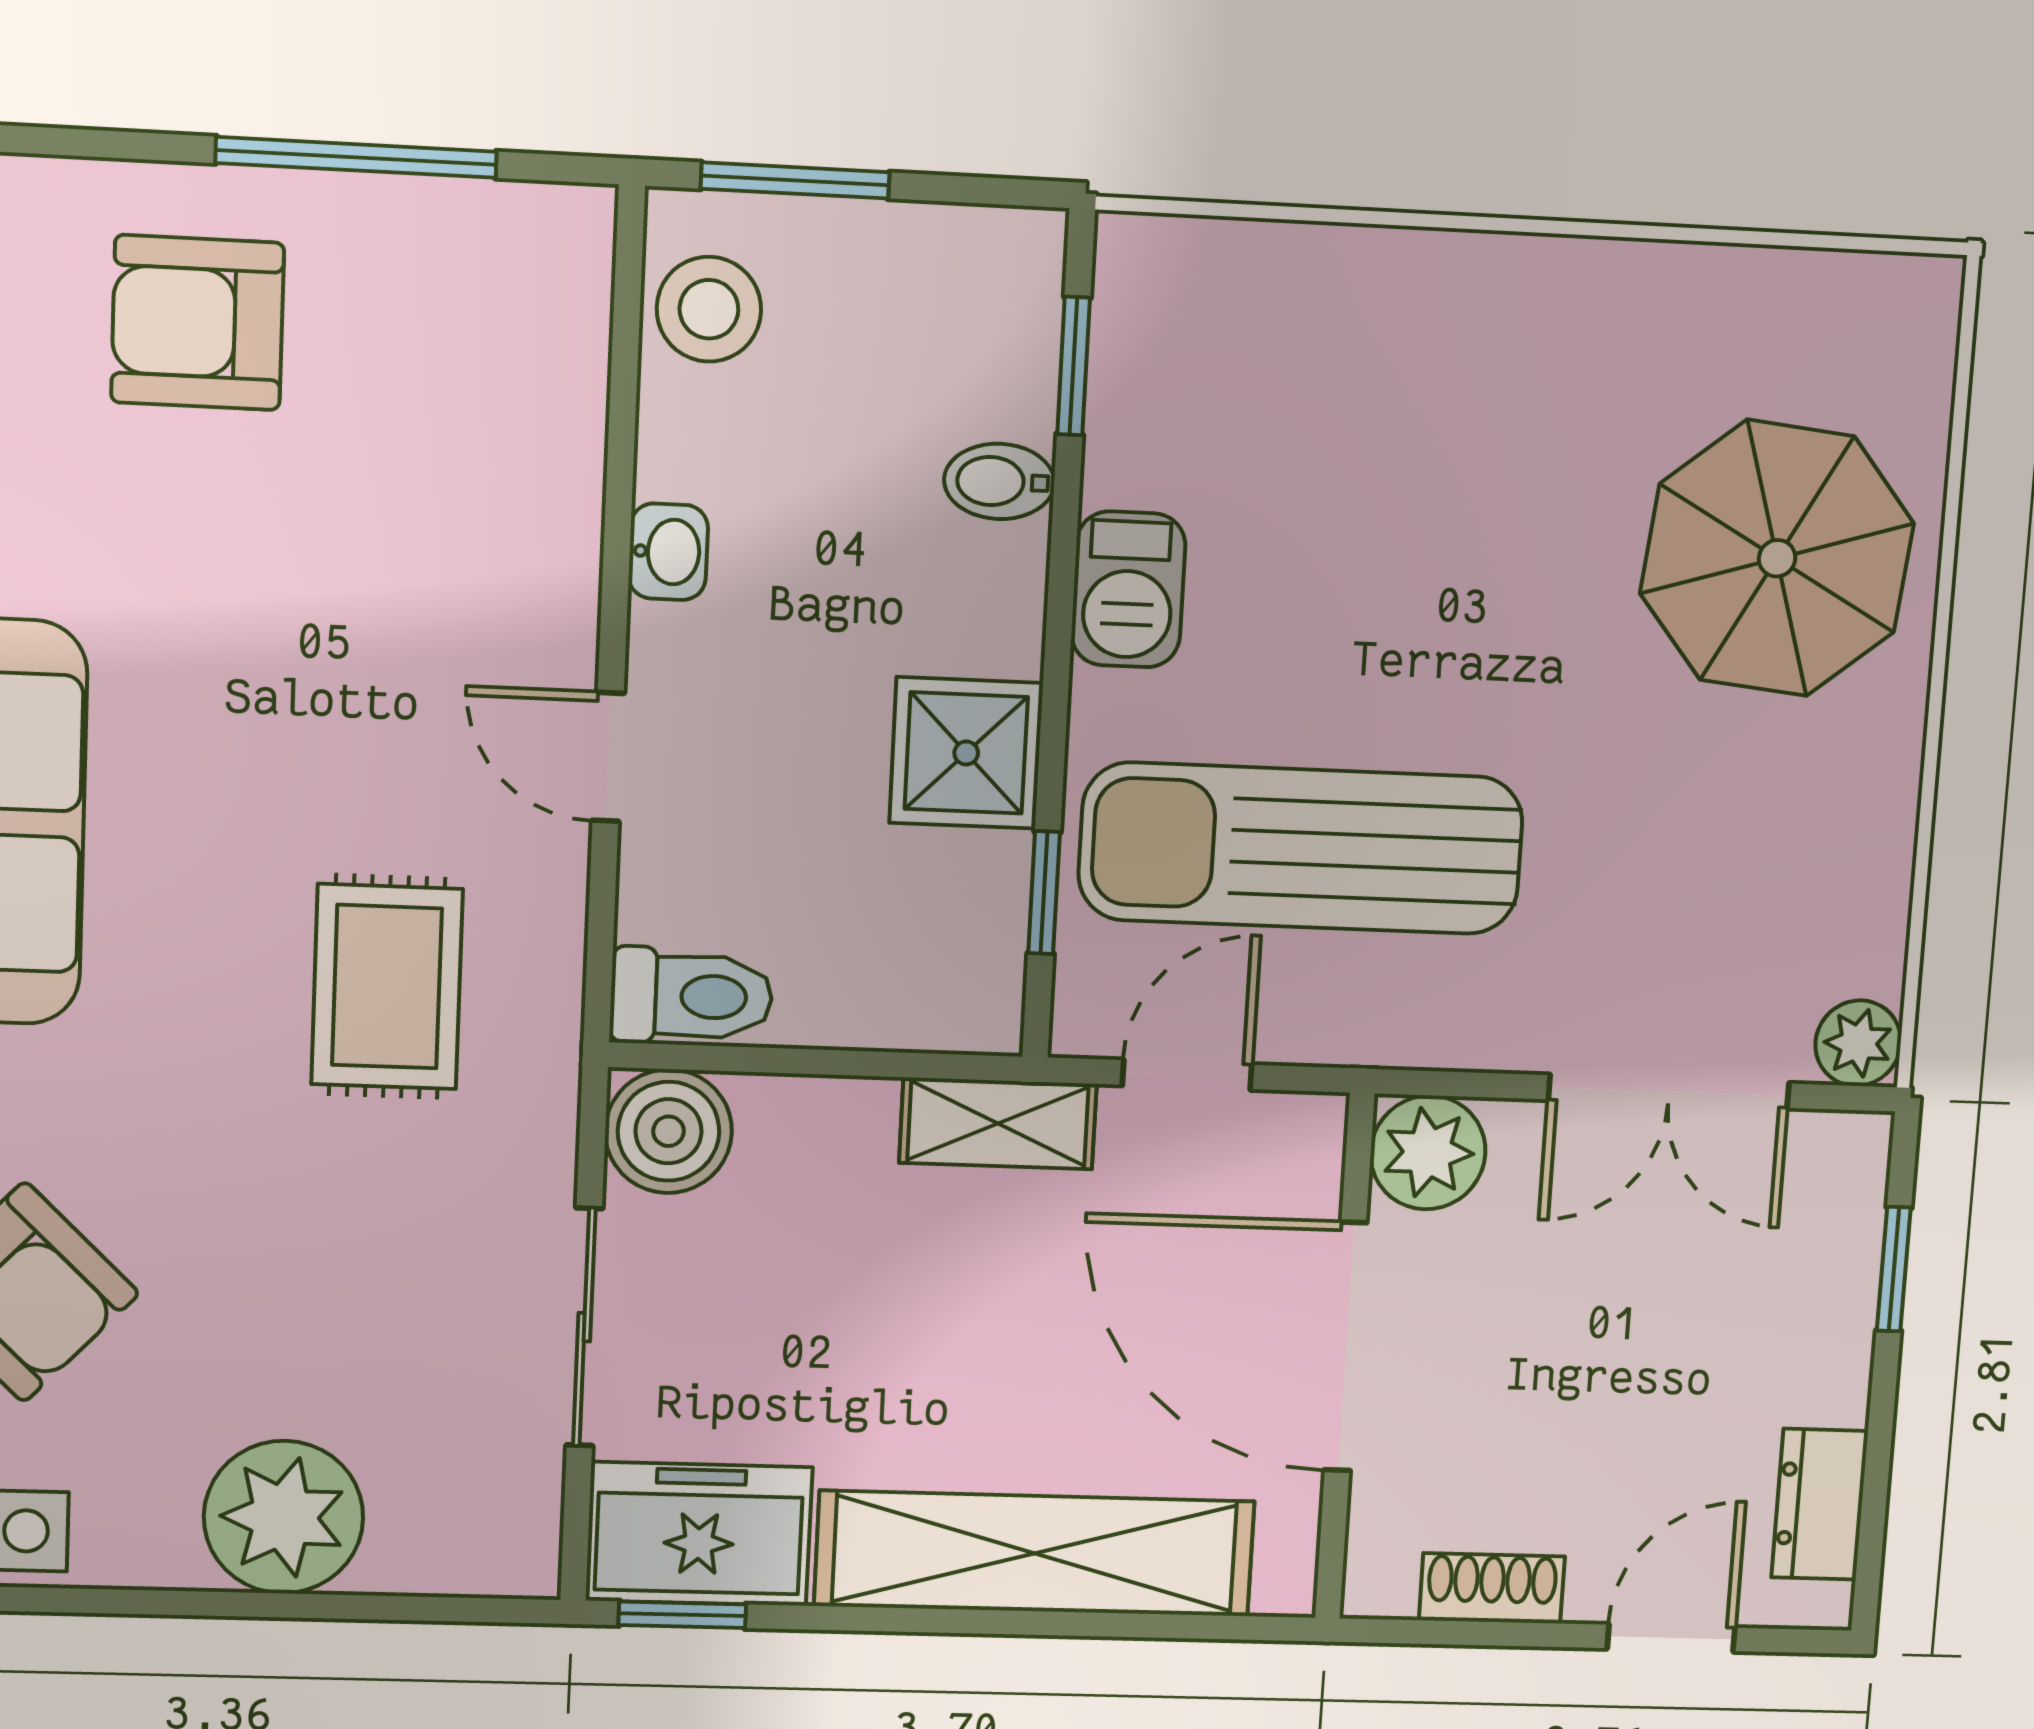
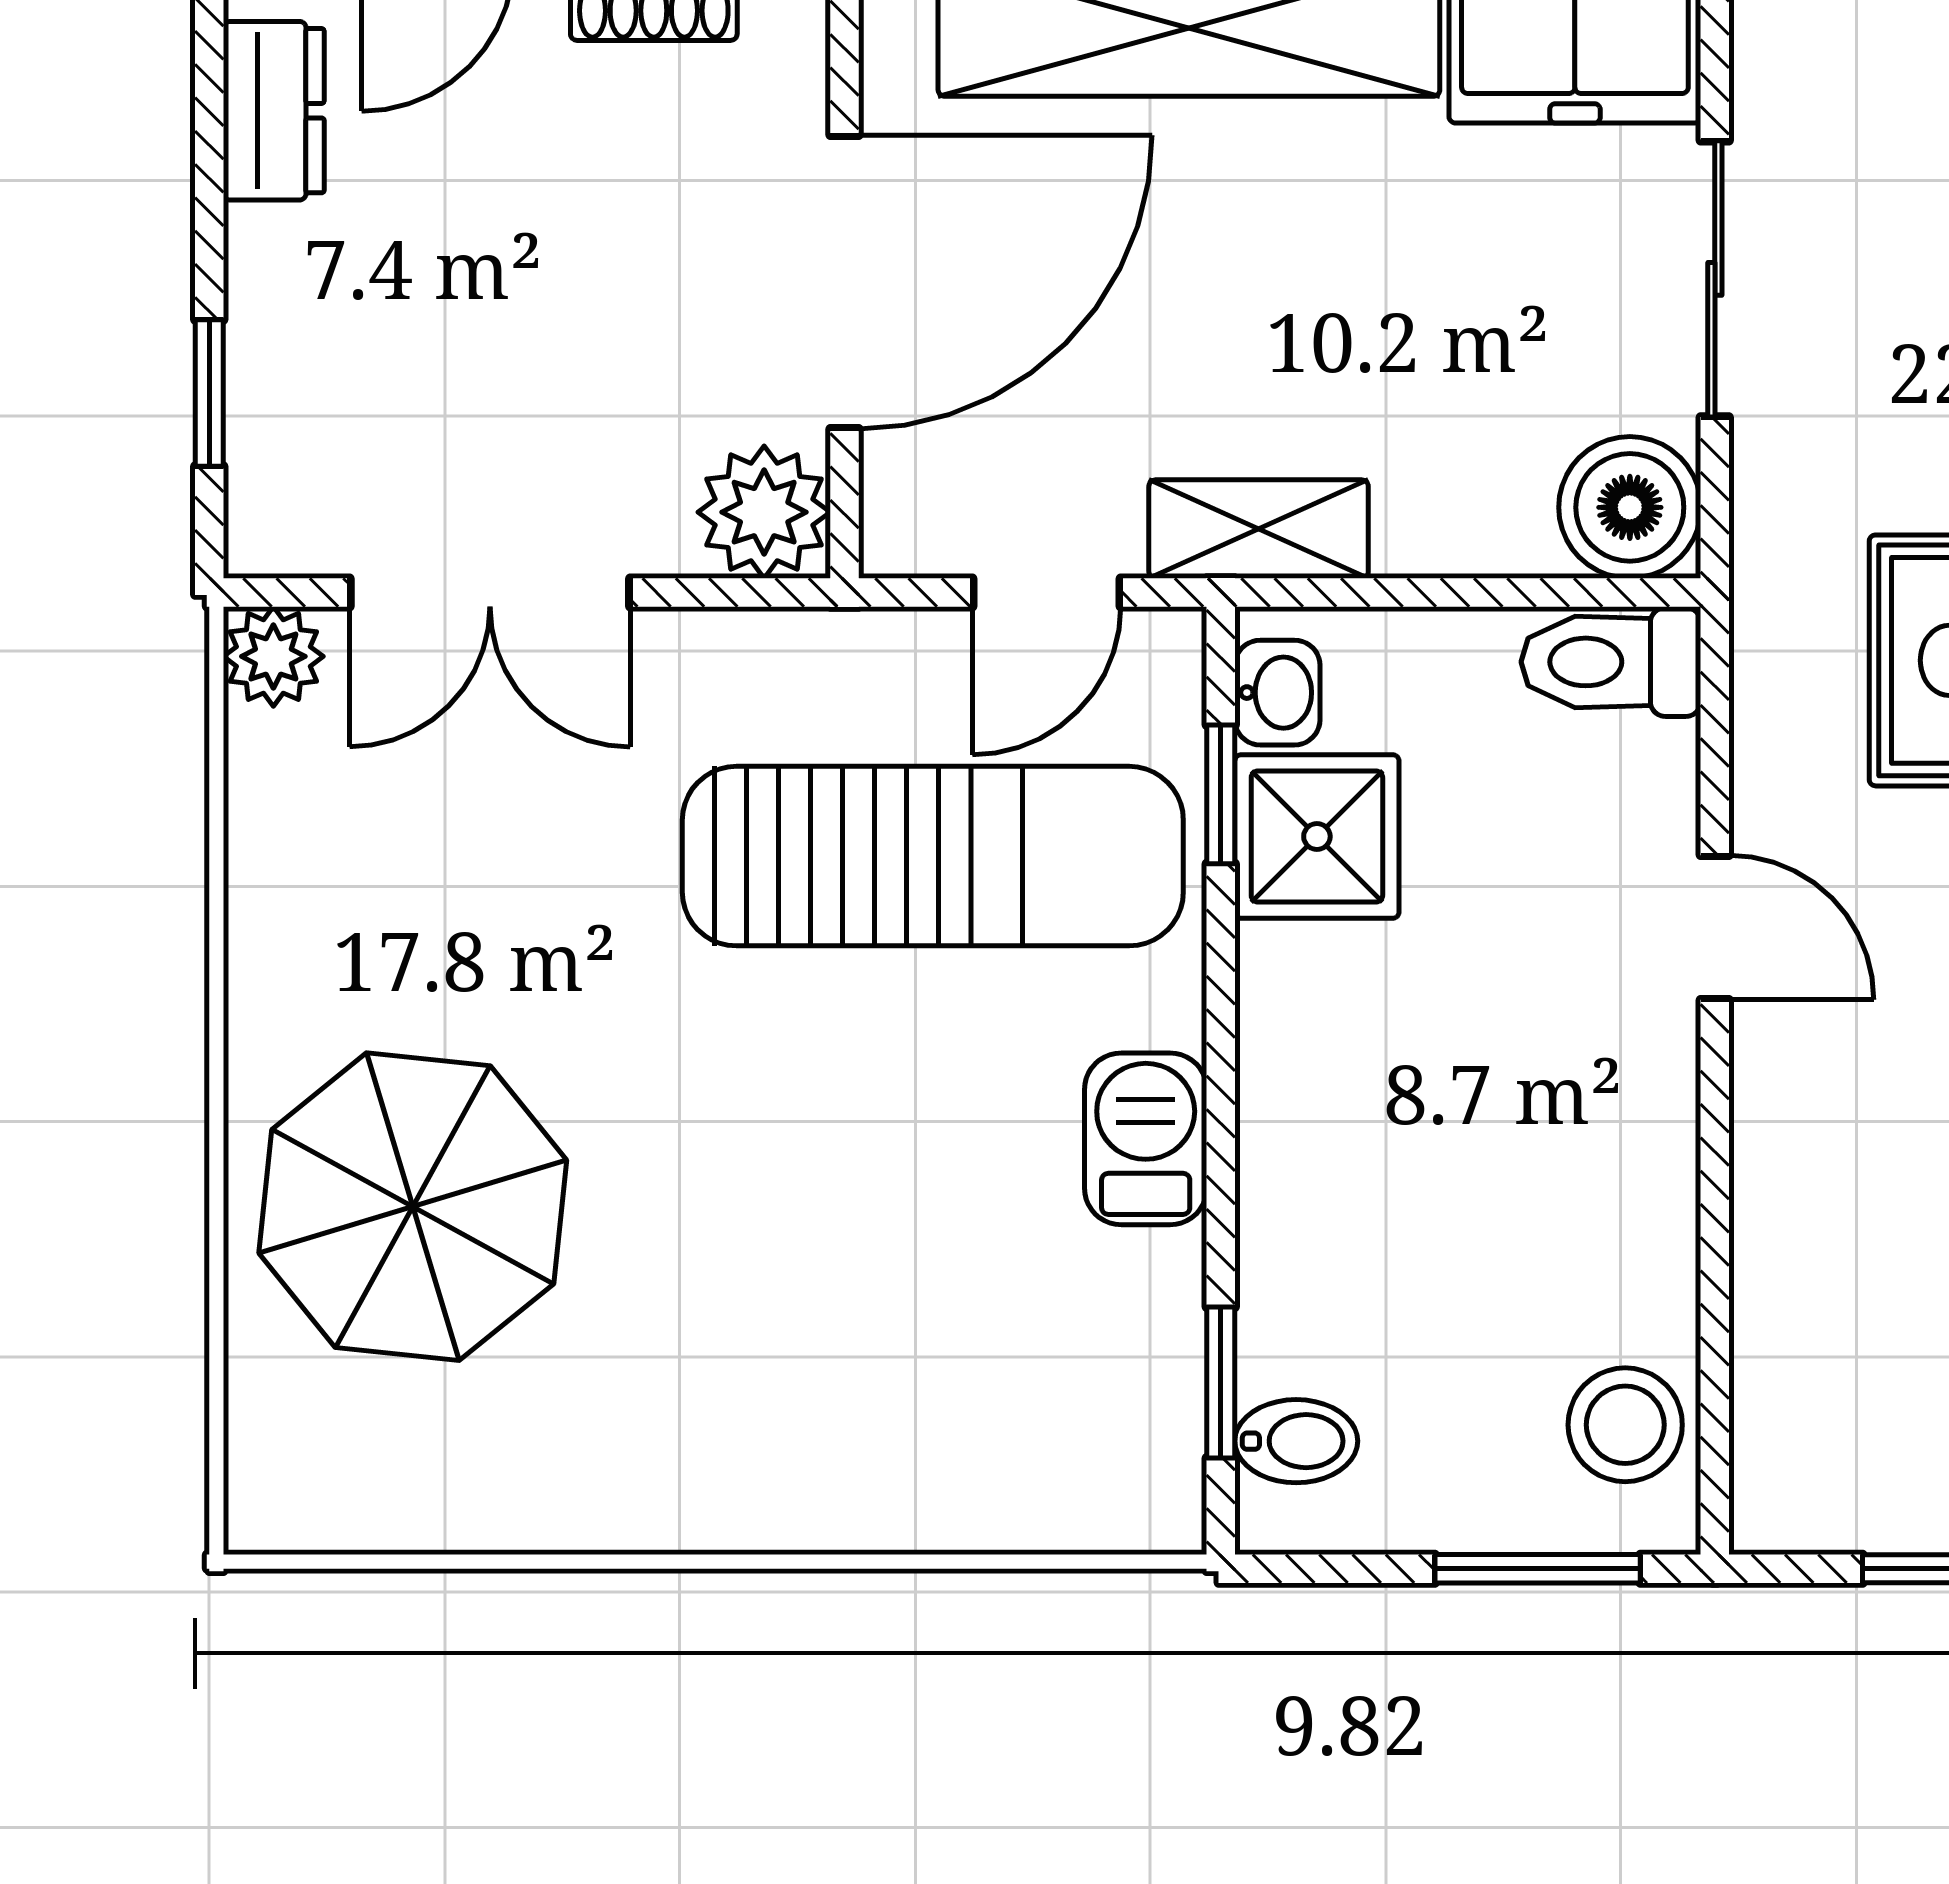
bidet: (999, 481) -> (1296, 1441), moved
washbasin: (668, 552) -> (1277, 693), moved, turned 180
shower: (966, 753) -> (1317, 836), moved
double door: (1669, 1092) -> (490, 592), swing flipped
door: (1345, 1347) -> (844, 282), hinge flipped

